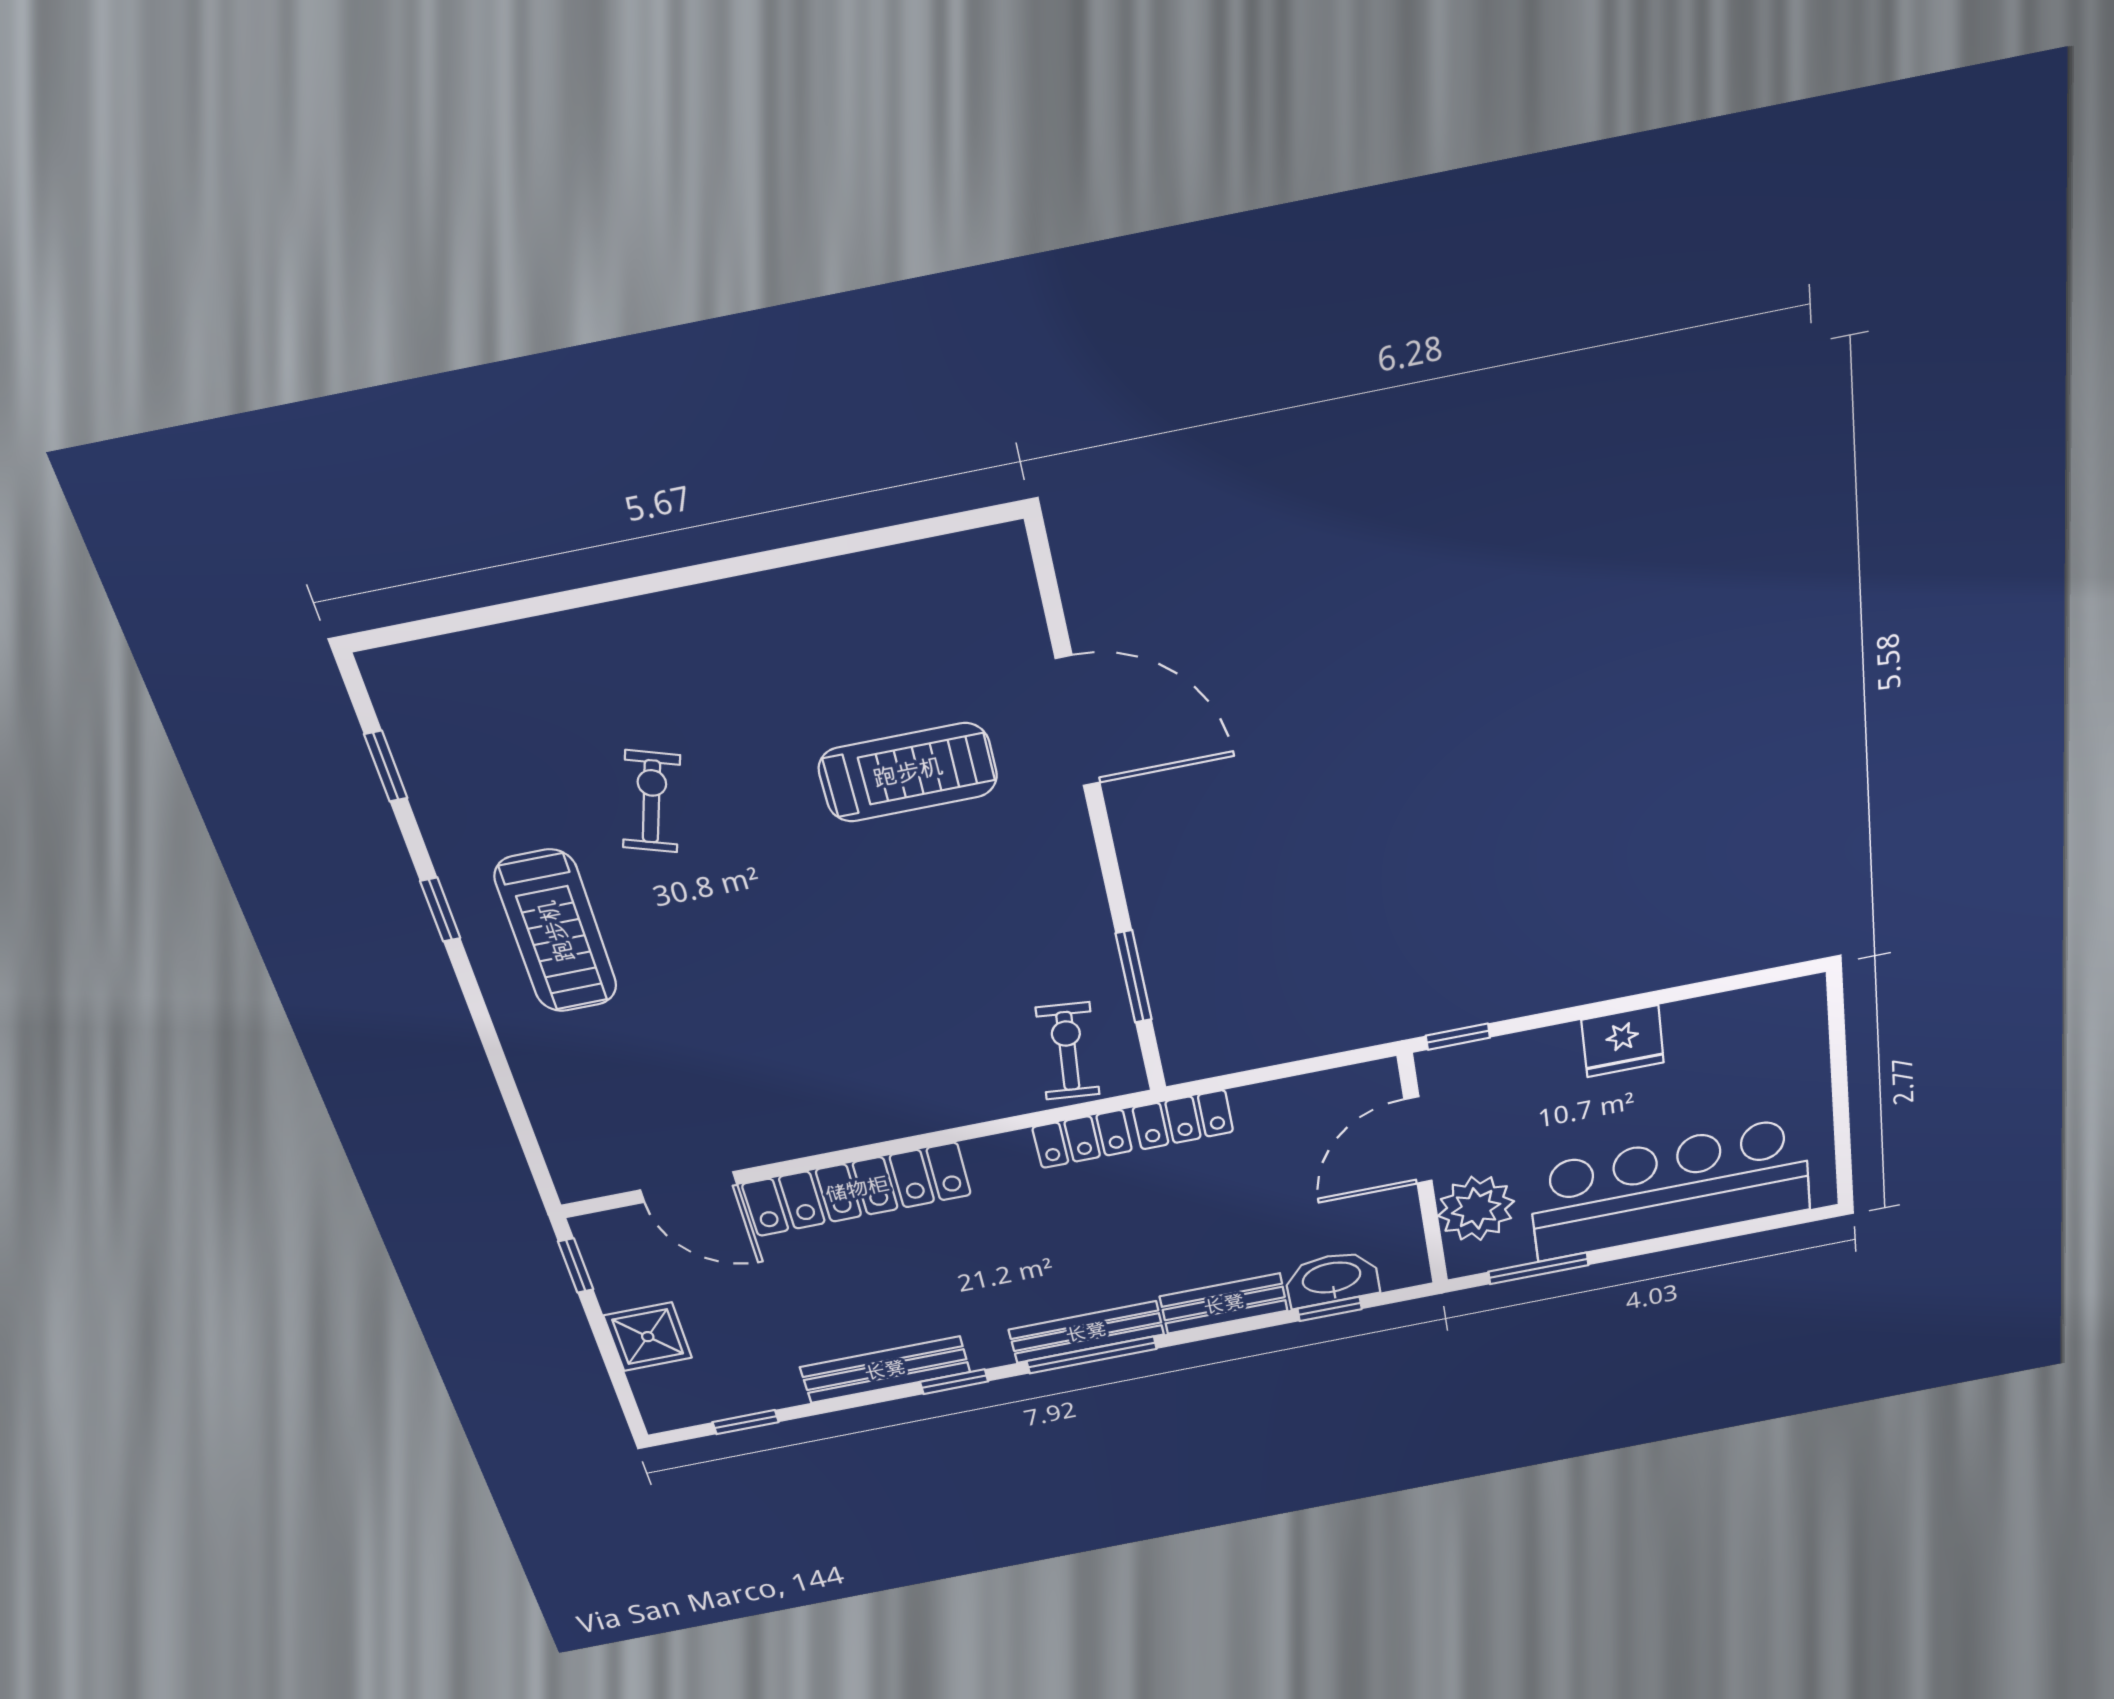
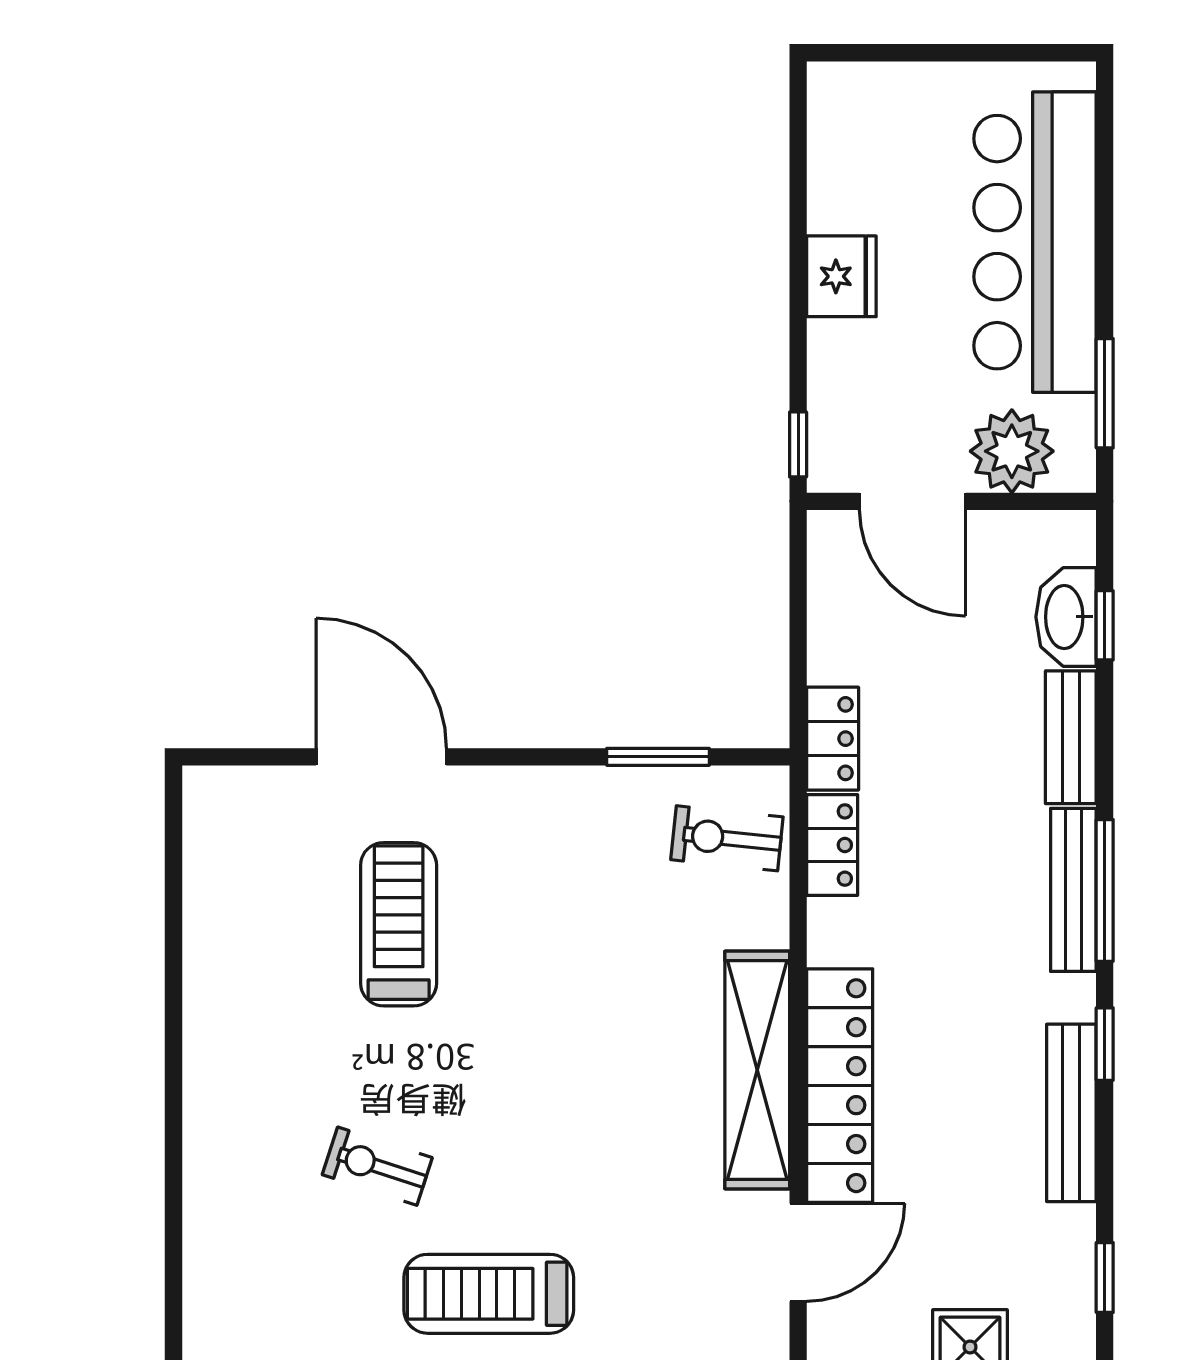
door: (1078, 721) -> (381, 757), hinge flipped
treadmill: (556, 931) -> (489, 1294), turned 180
shelving: (852, 1120) -> (757, 1070), added

